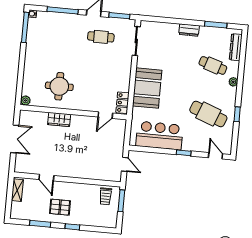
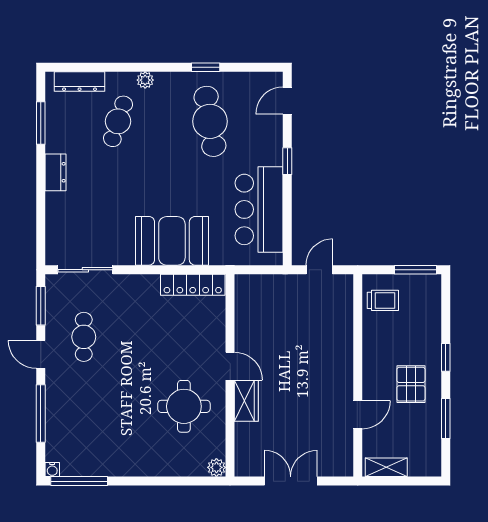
locker: (122, 103) -> (193, 285), width x1.53
cafe table: (208, 114) -> (210, 121), turned -30
door: (105, 115) -> (230, 366), moved
window: (121, 201) -> (415, 270), moved

